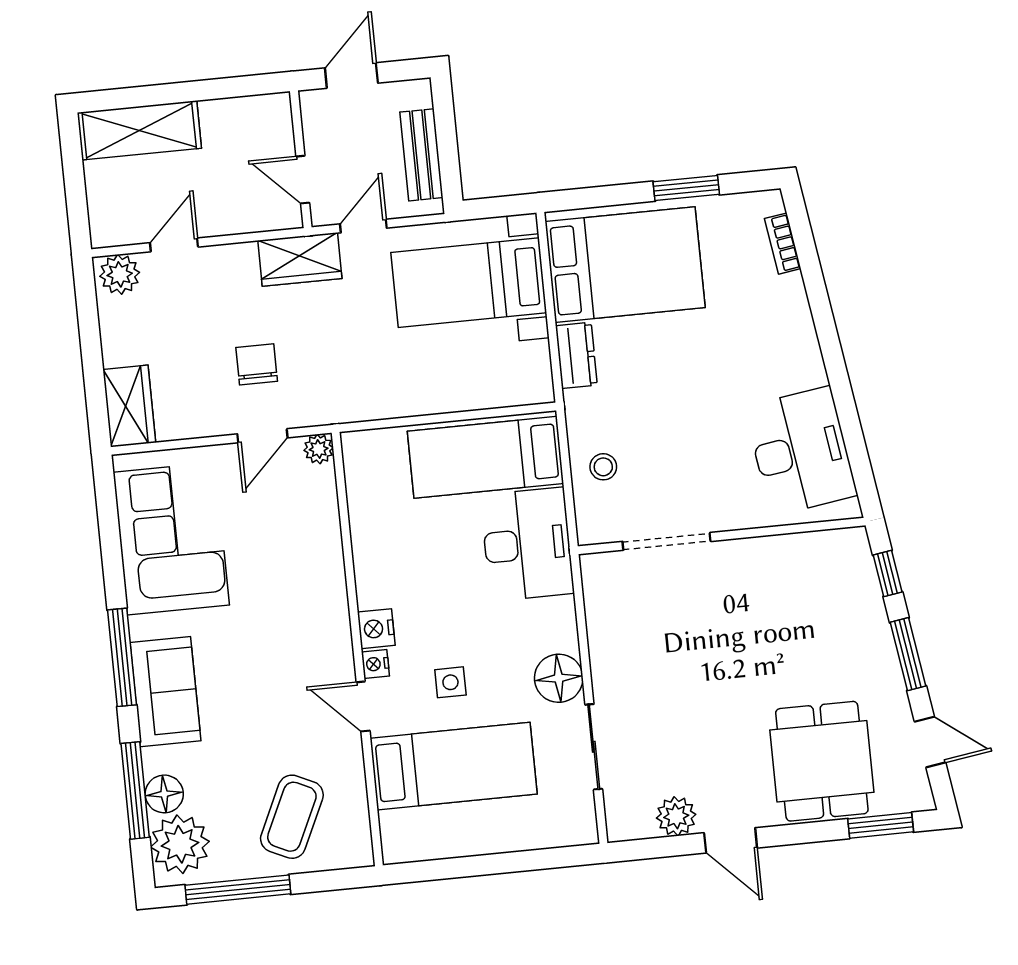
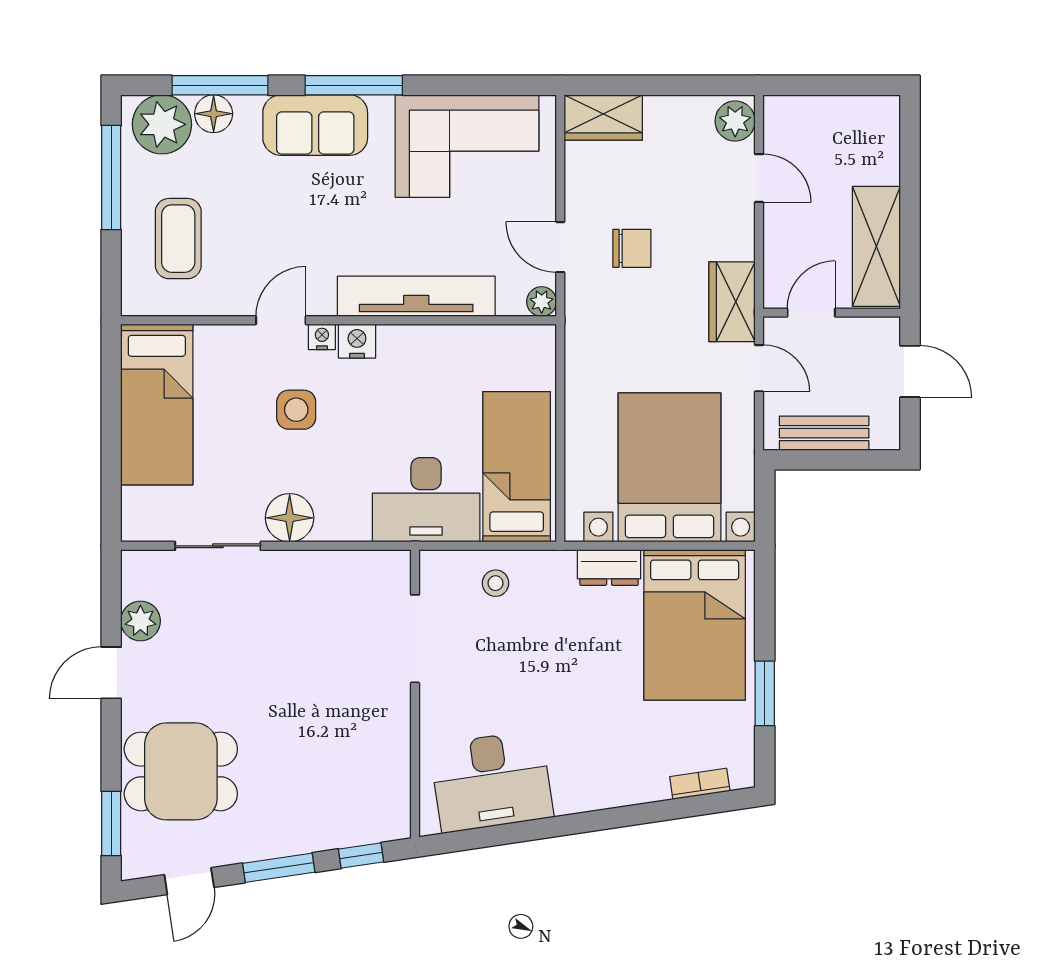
shelving: (139, 130) -> (876, 246), moved
bed with nightstands: (469, 283) -> (669, 467), width x1.36
tv unit: (326, 574) -> (416, 296), added
side table: (450, 682) -> (296, 410), width x1.37, depth x1.37
bed: (454, 766) -> (157, 404), moved
coffee table: (292, 817) -> (178, 239), turned 65

